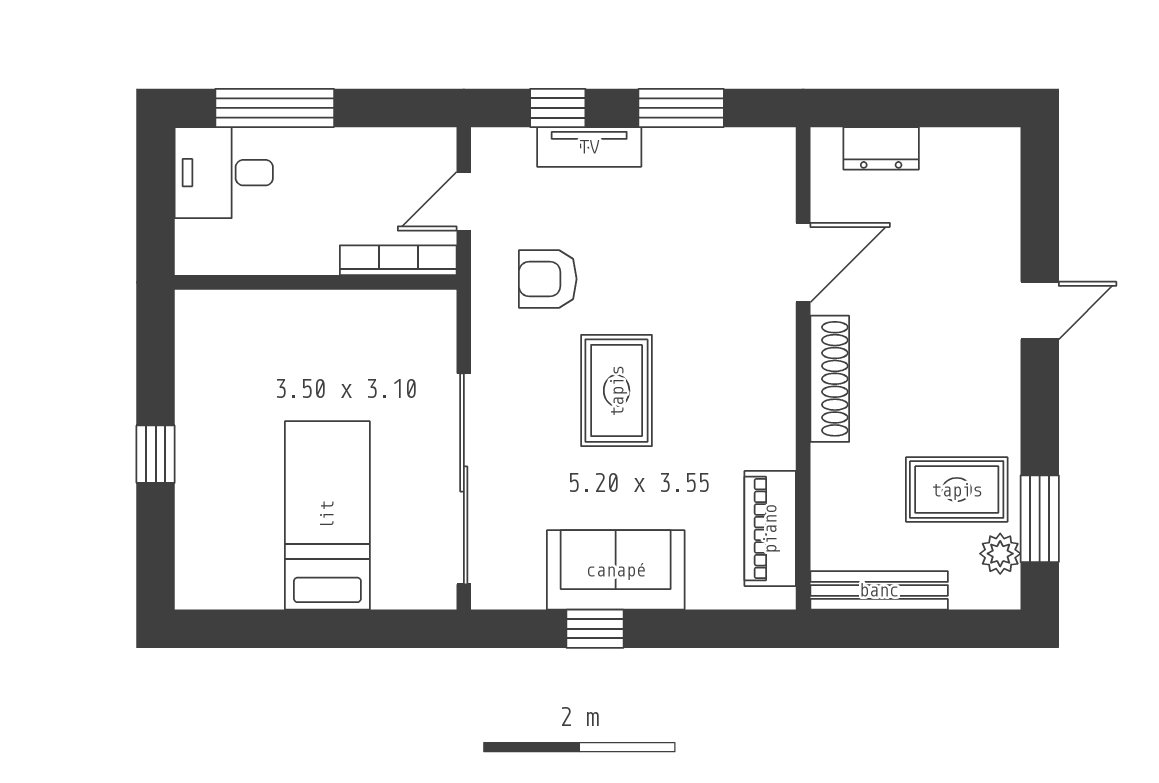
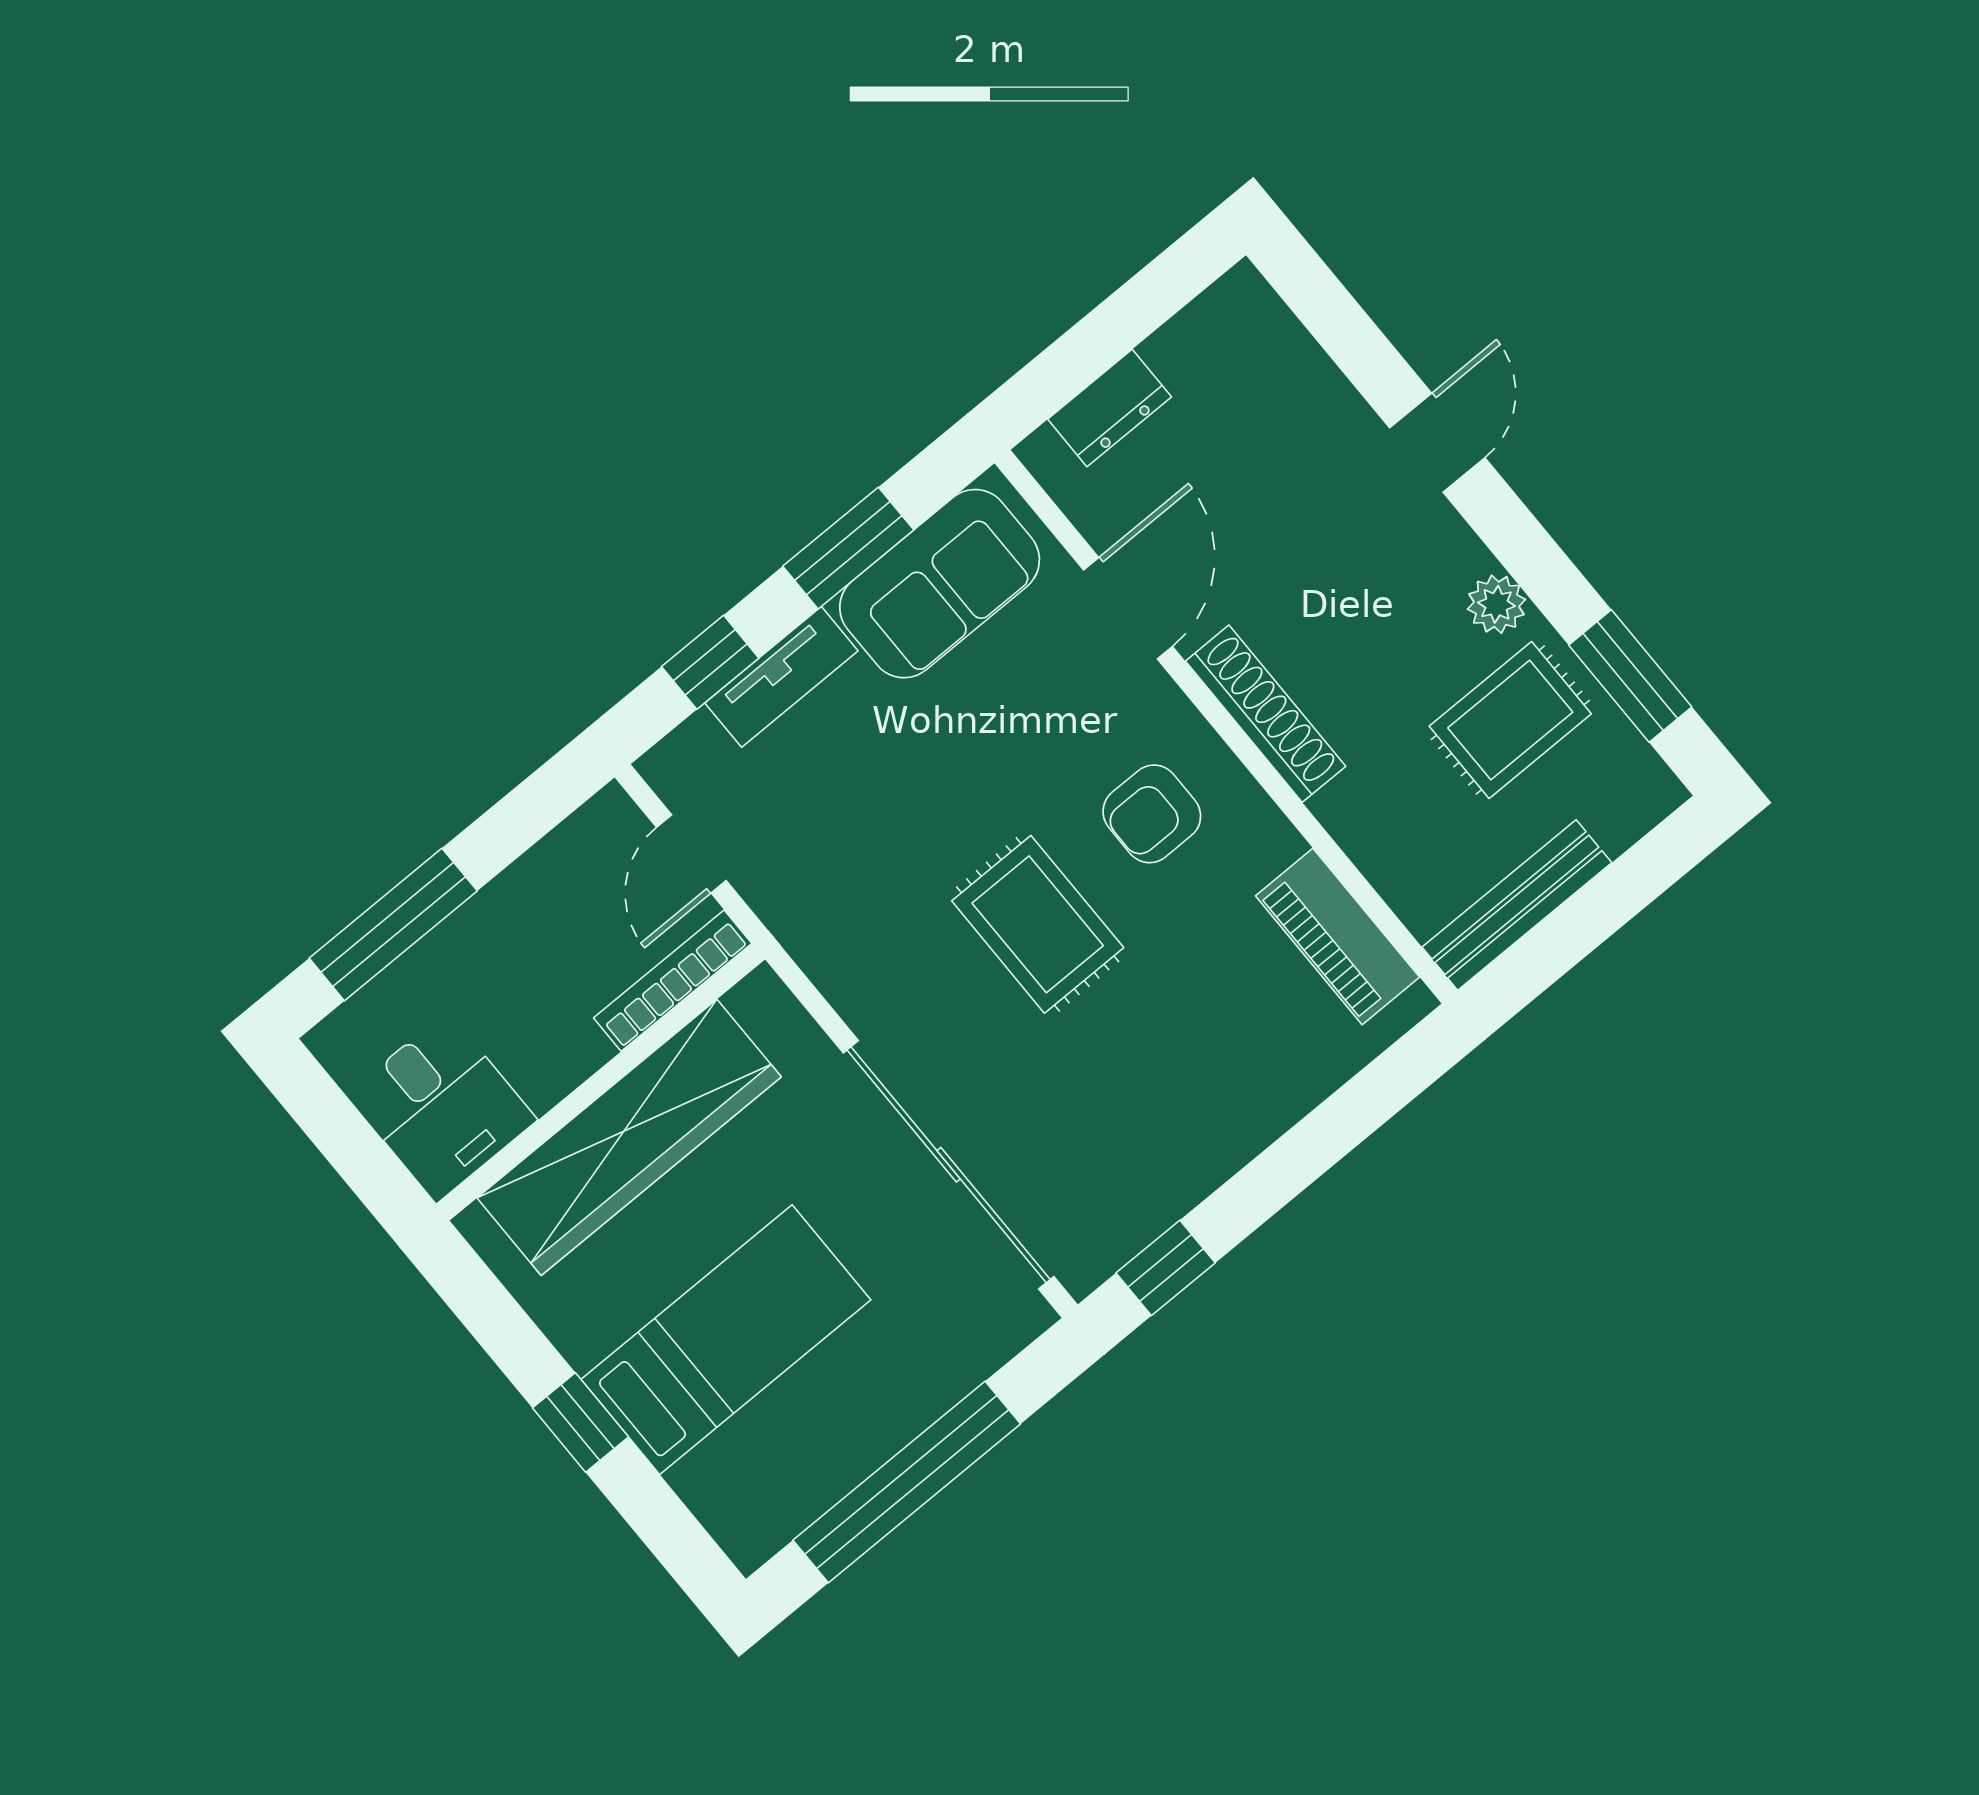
desk: (224, 173) -> (442, 1107), moved, turned -90
armchair: (548, 279) -> (1152, 814), moved
wardrobe: (306, 324) -> (629, 1137), added
bed: (327, 515) -> (726, 1340), moved, turned 90
plant: (1000, 554) -> (1496, 604), moved
sofa: (616, 570) -> (940, 584), moved, turned 180
window: (302, 629) -> (907, 1482), added
window: (595, 629) -> (1166, 1268), moved

